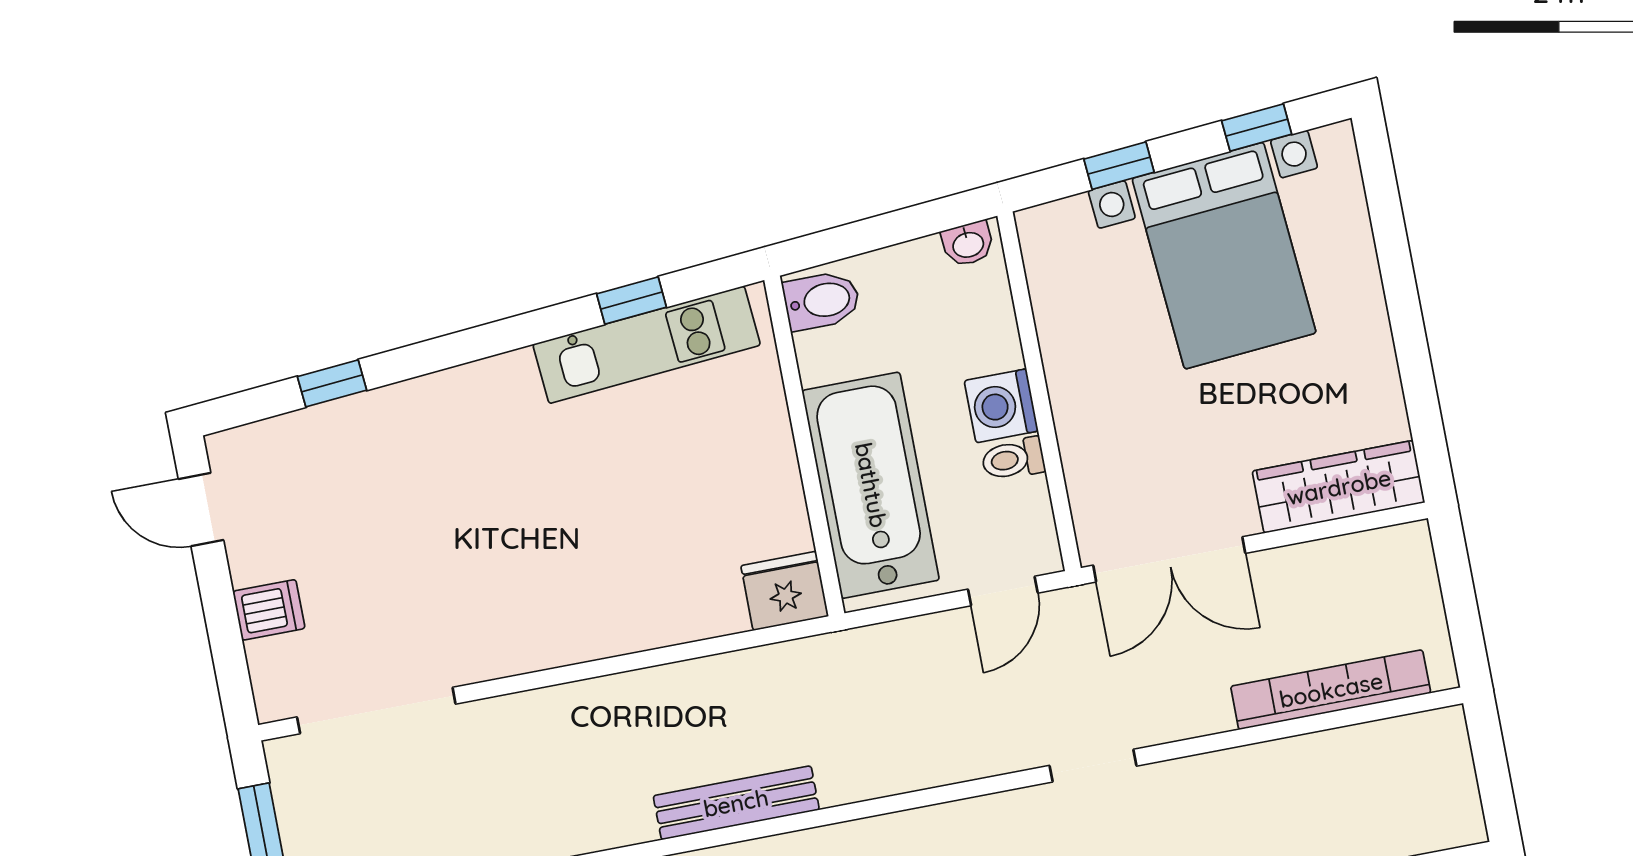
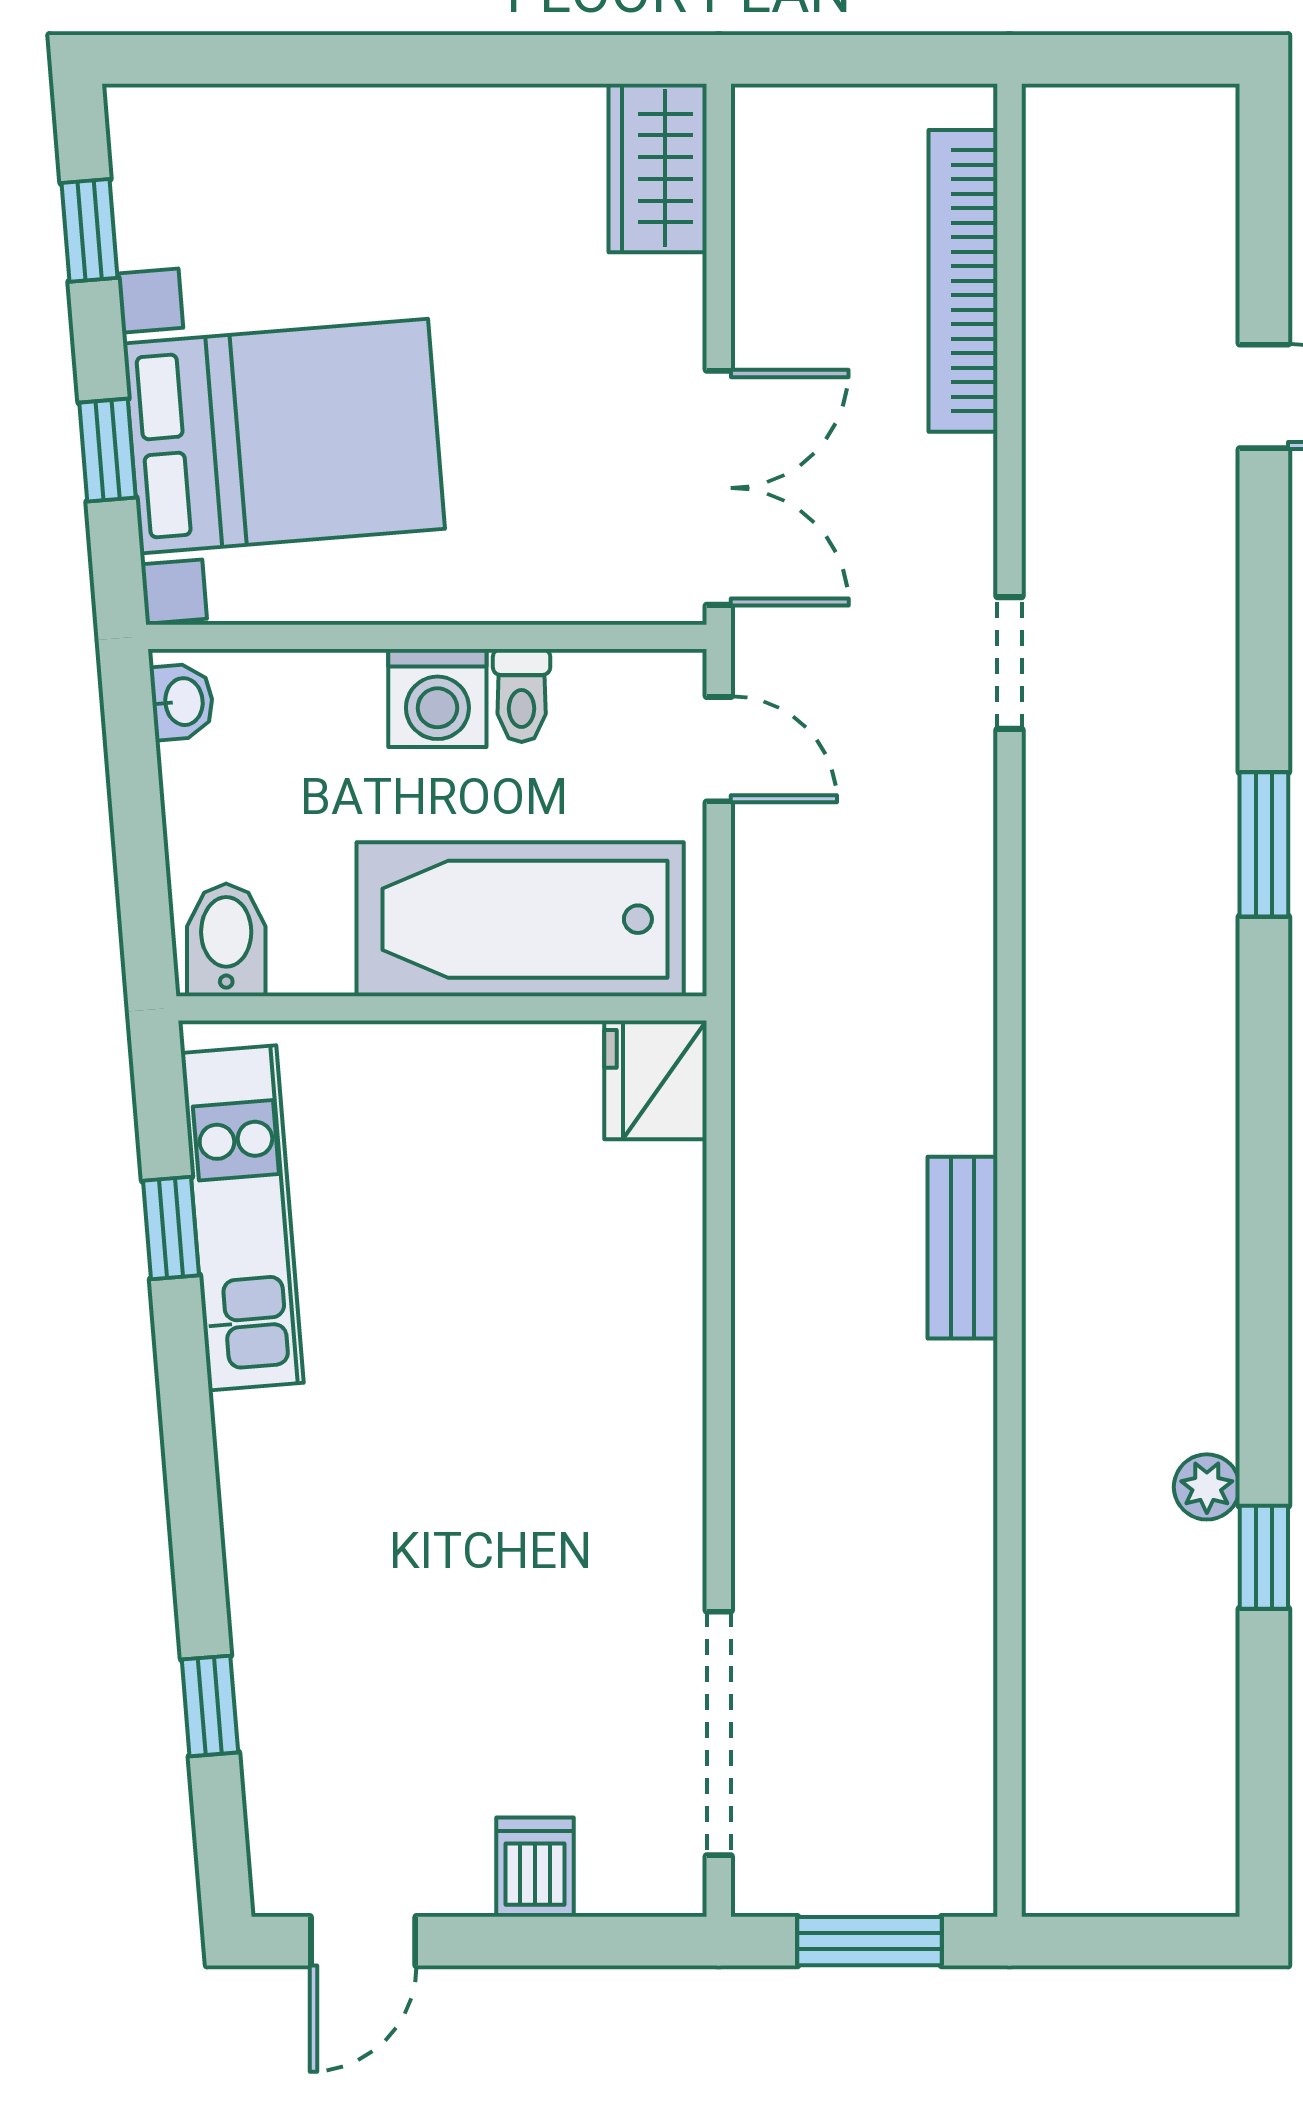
bed with nightstands: (1224, 256) -> (284, 436), moved
wardrobe: (1339, 487) -> (658, 168), width x0.67
bench: (736, 803) -> (963, 1248), width x0.73

